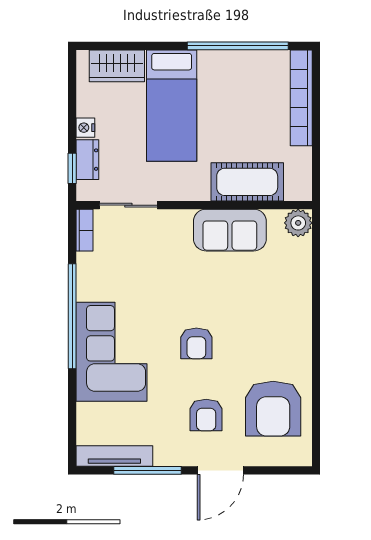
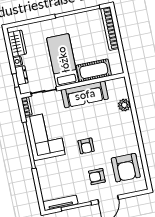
wardrobe: (117, 66) -> (17, 43), moved, turned -90
bed: (172, 106) -> (63, 60), moved, turned 180
plant: (298, 223) -> (124, 105), moved
sofa: (230, 230) -> (85, 94), width x1.36
corner sofa: (111, 352) -> (45, 136), moved
armchair: (206, 415) -> (97, 177), turned 90

